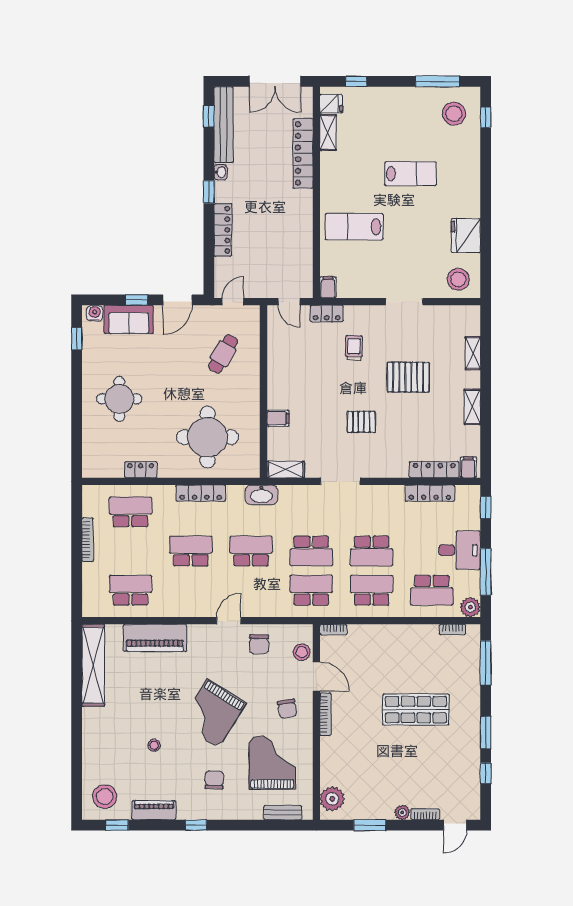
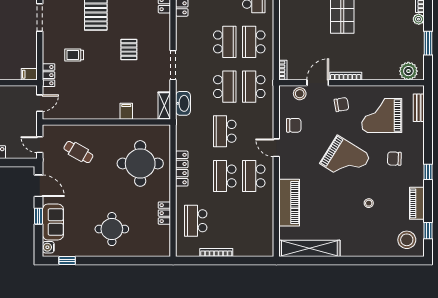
washbasin: (261, 495) -> (183, 103), moved
school desk: (130, 590) -> (254, 176), moved

